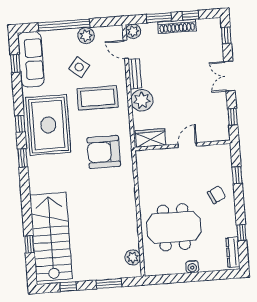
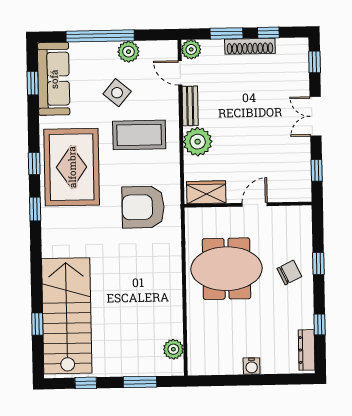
window: (237, 175) -> (318, 264), moved
meeting table: (174, 227) -> (227, 269), moved

